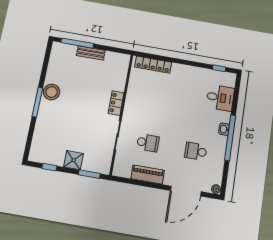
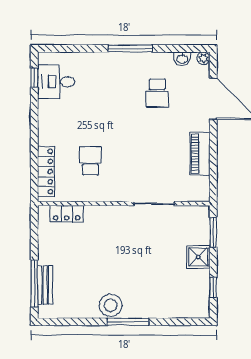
bench: (91, 53) -> (45, 285), moved
desk: (220, 98) -> (56, 82), moved, turned -90
locker: (116, 103) -> (67, 214), moved
washbasin: (224, 129) -> (182, 59), moved
window: (230, 138) -> (130, 48), width x0.68
school desk: (148, 143) -> (90, 161), moved

